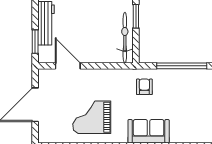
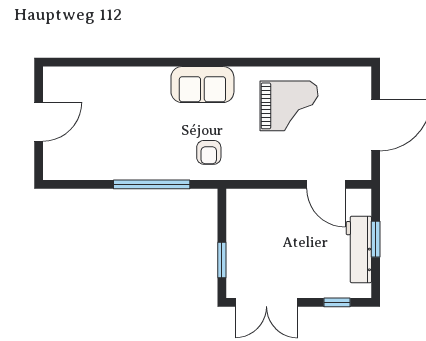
bicycle: (125, 38) -> (239, 227), removed
window: (35, 42) -> (376, 239), moved

